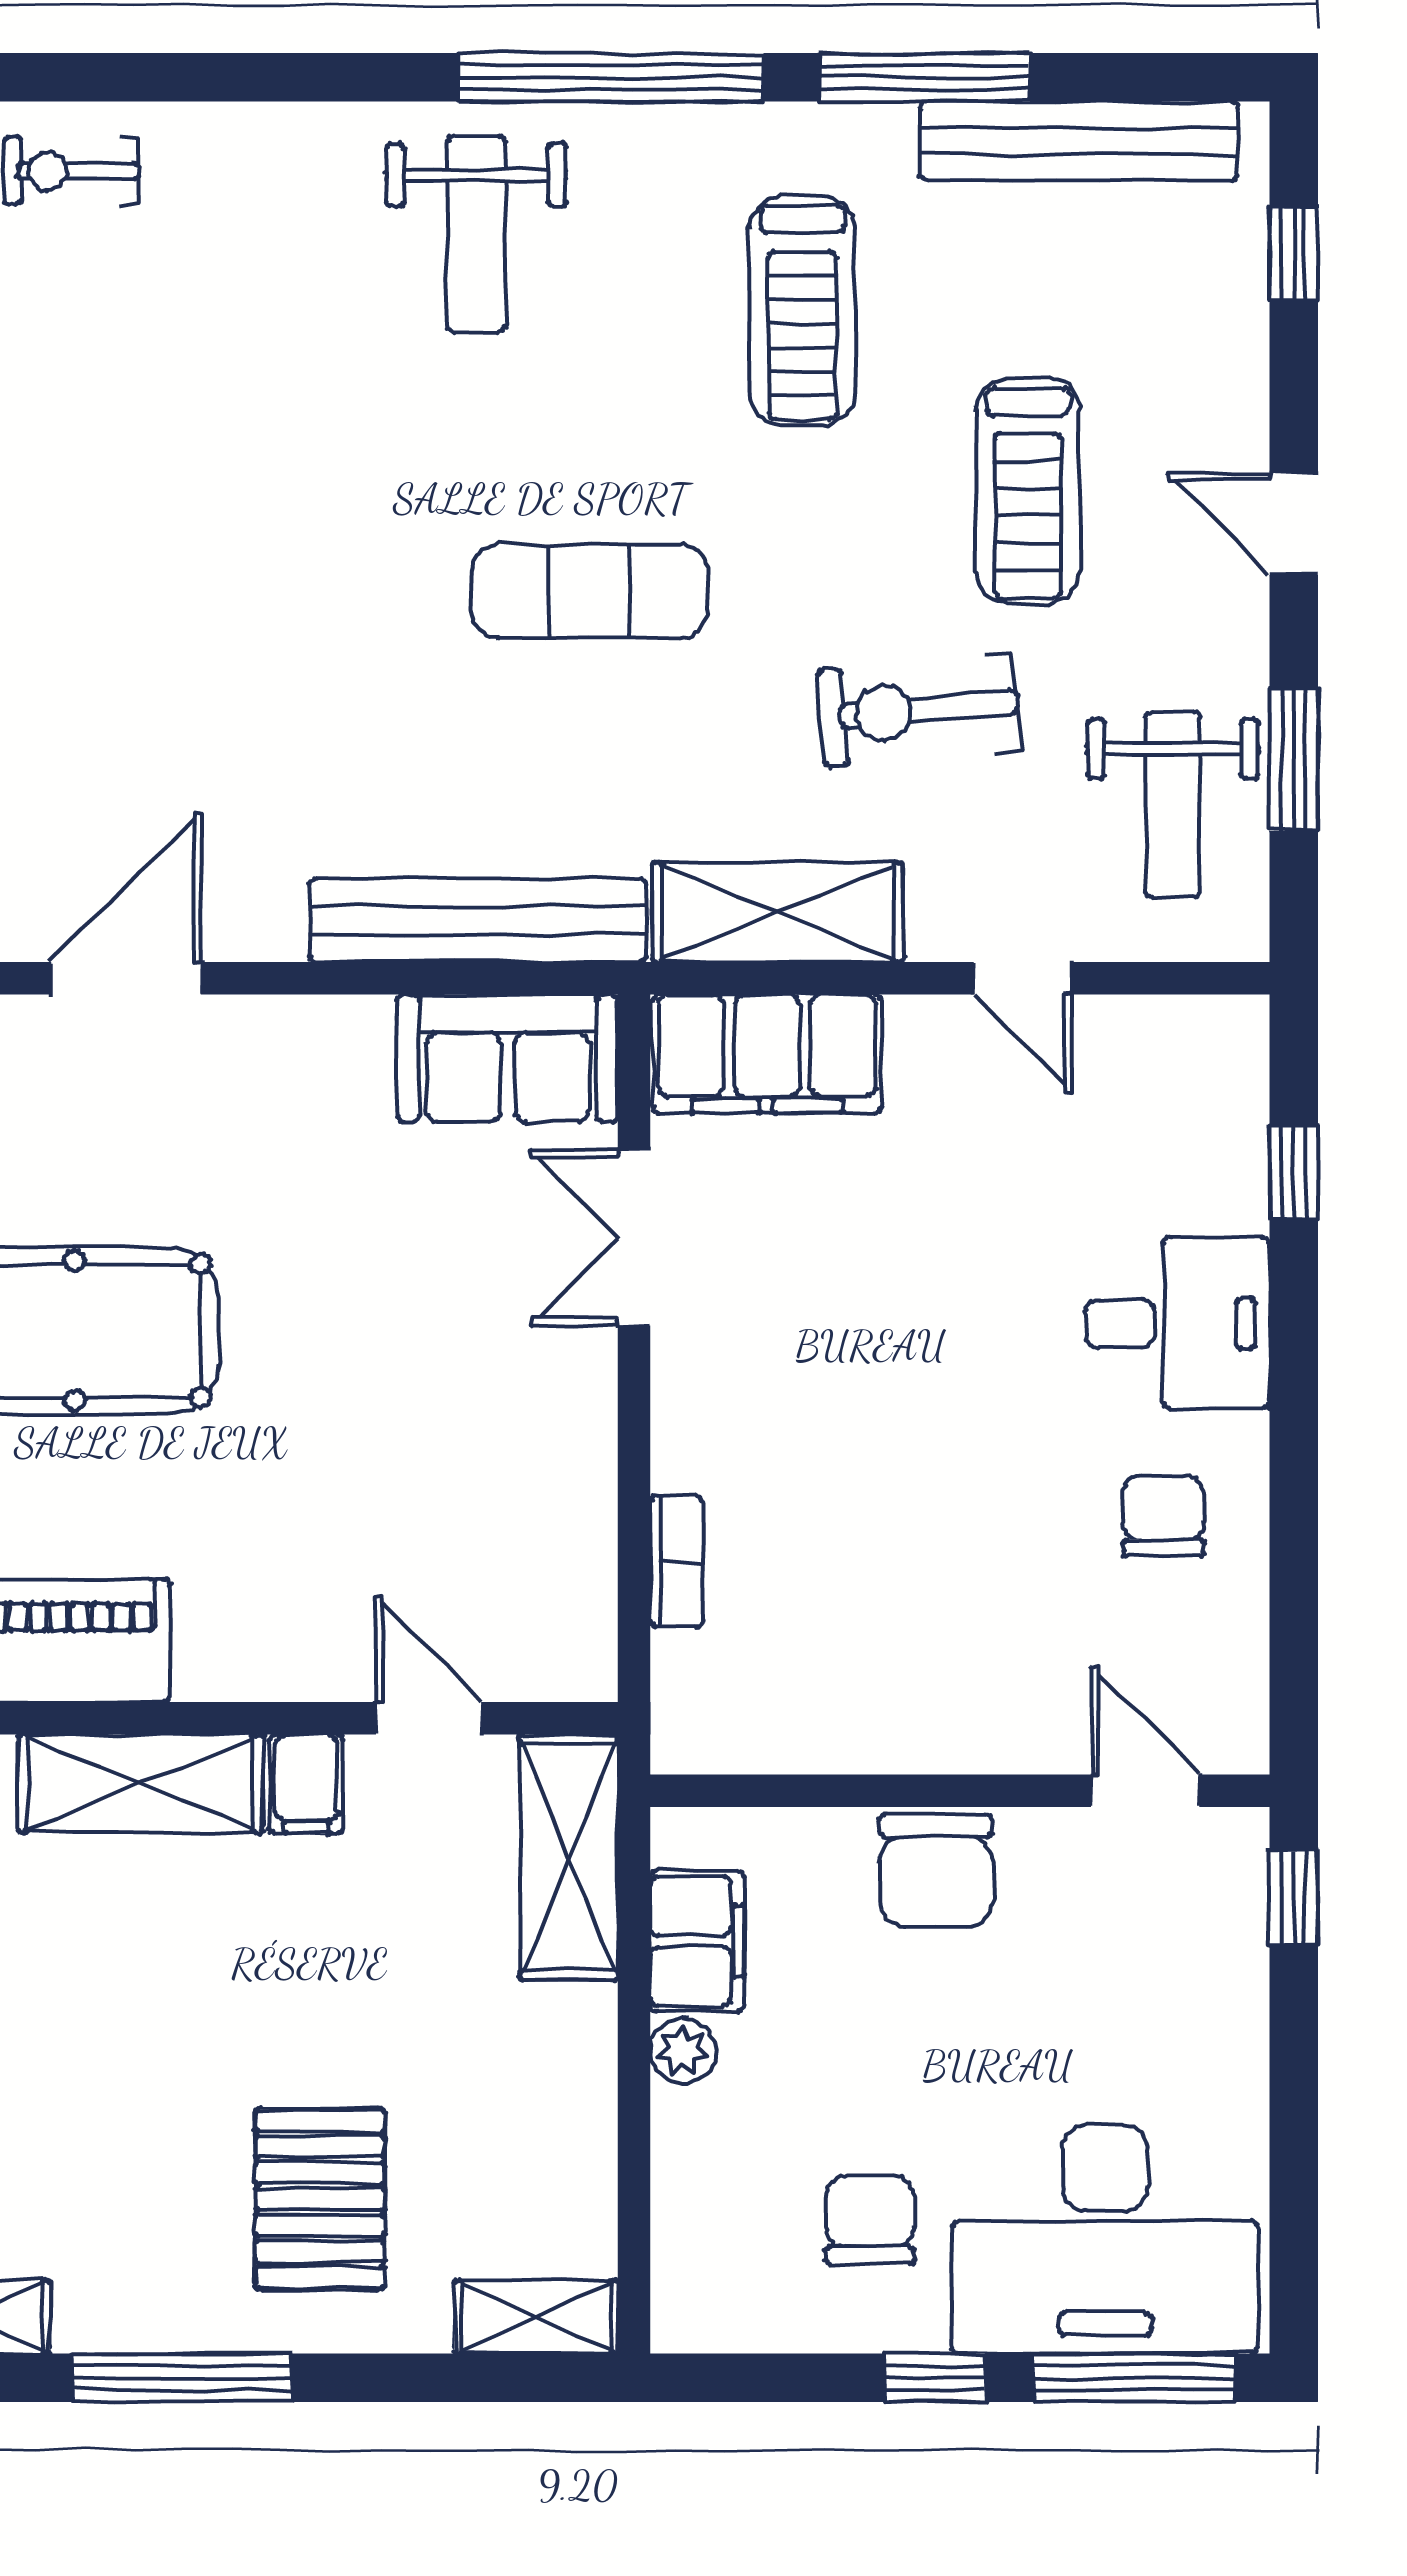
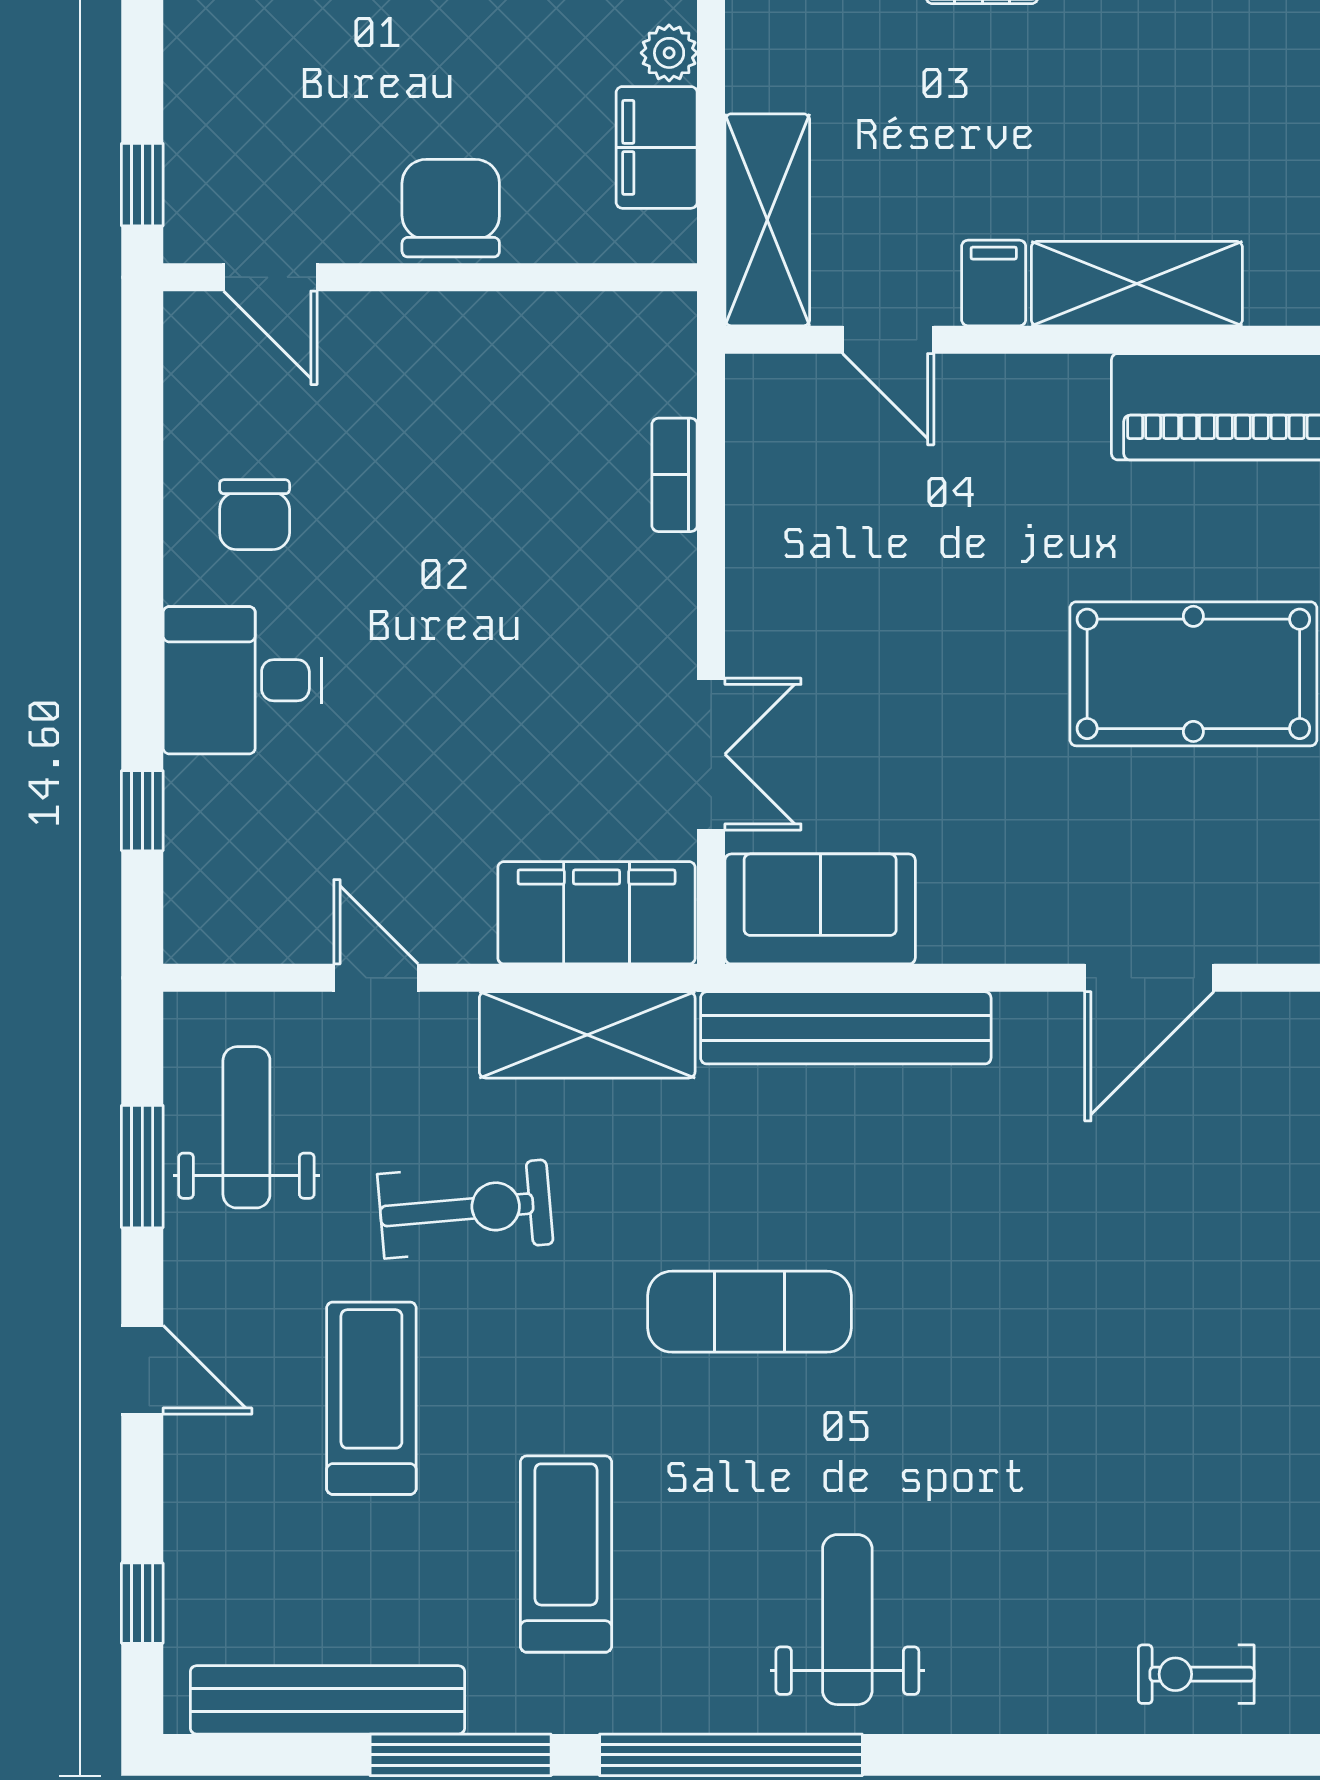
exercise bike: (72, 171) -> (1196, 1674), turned 180

